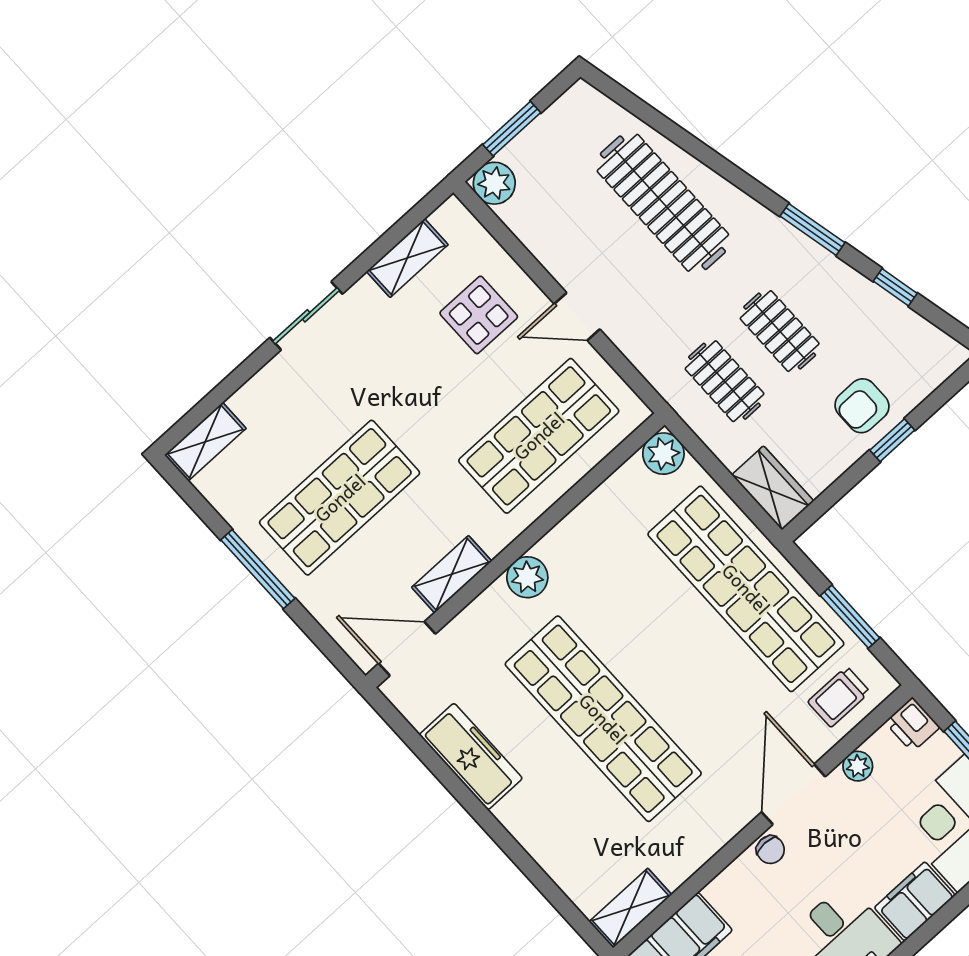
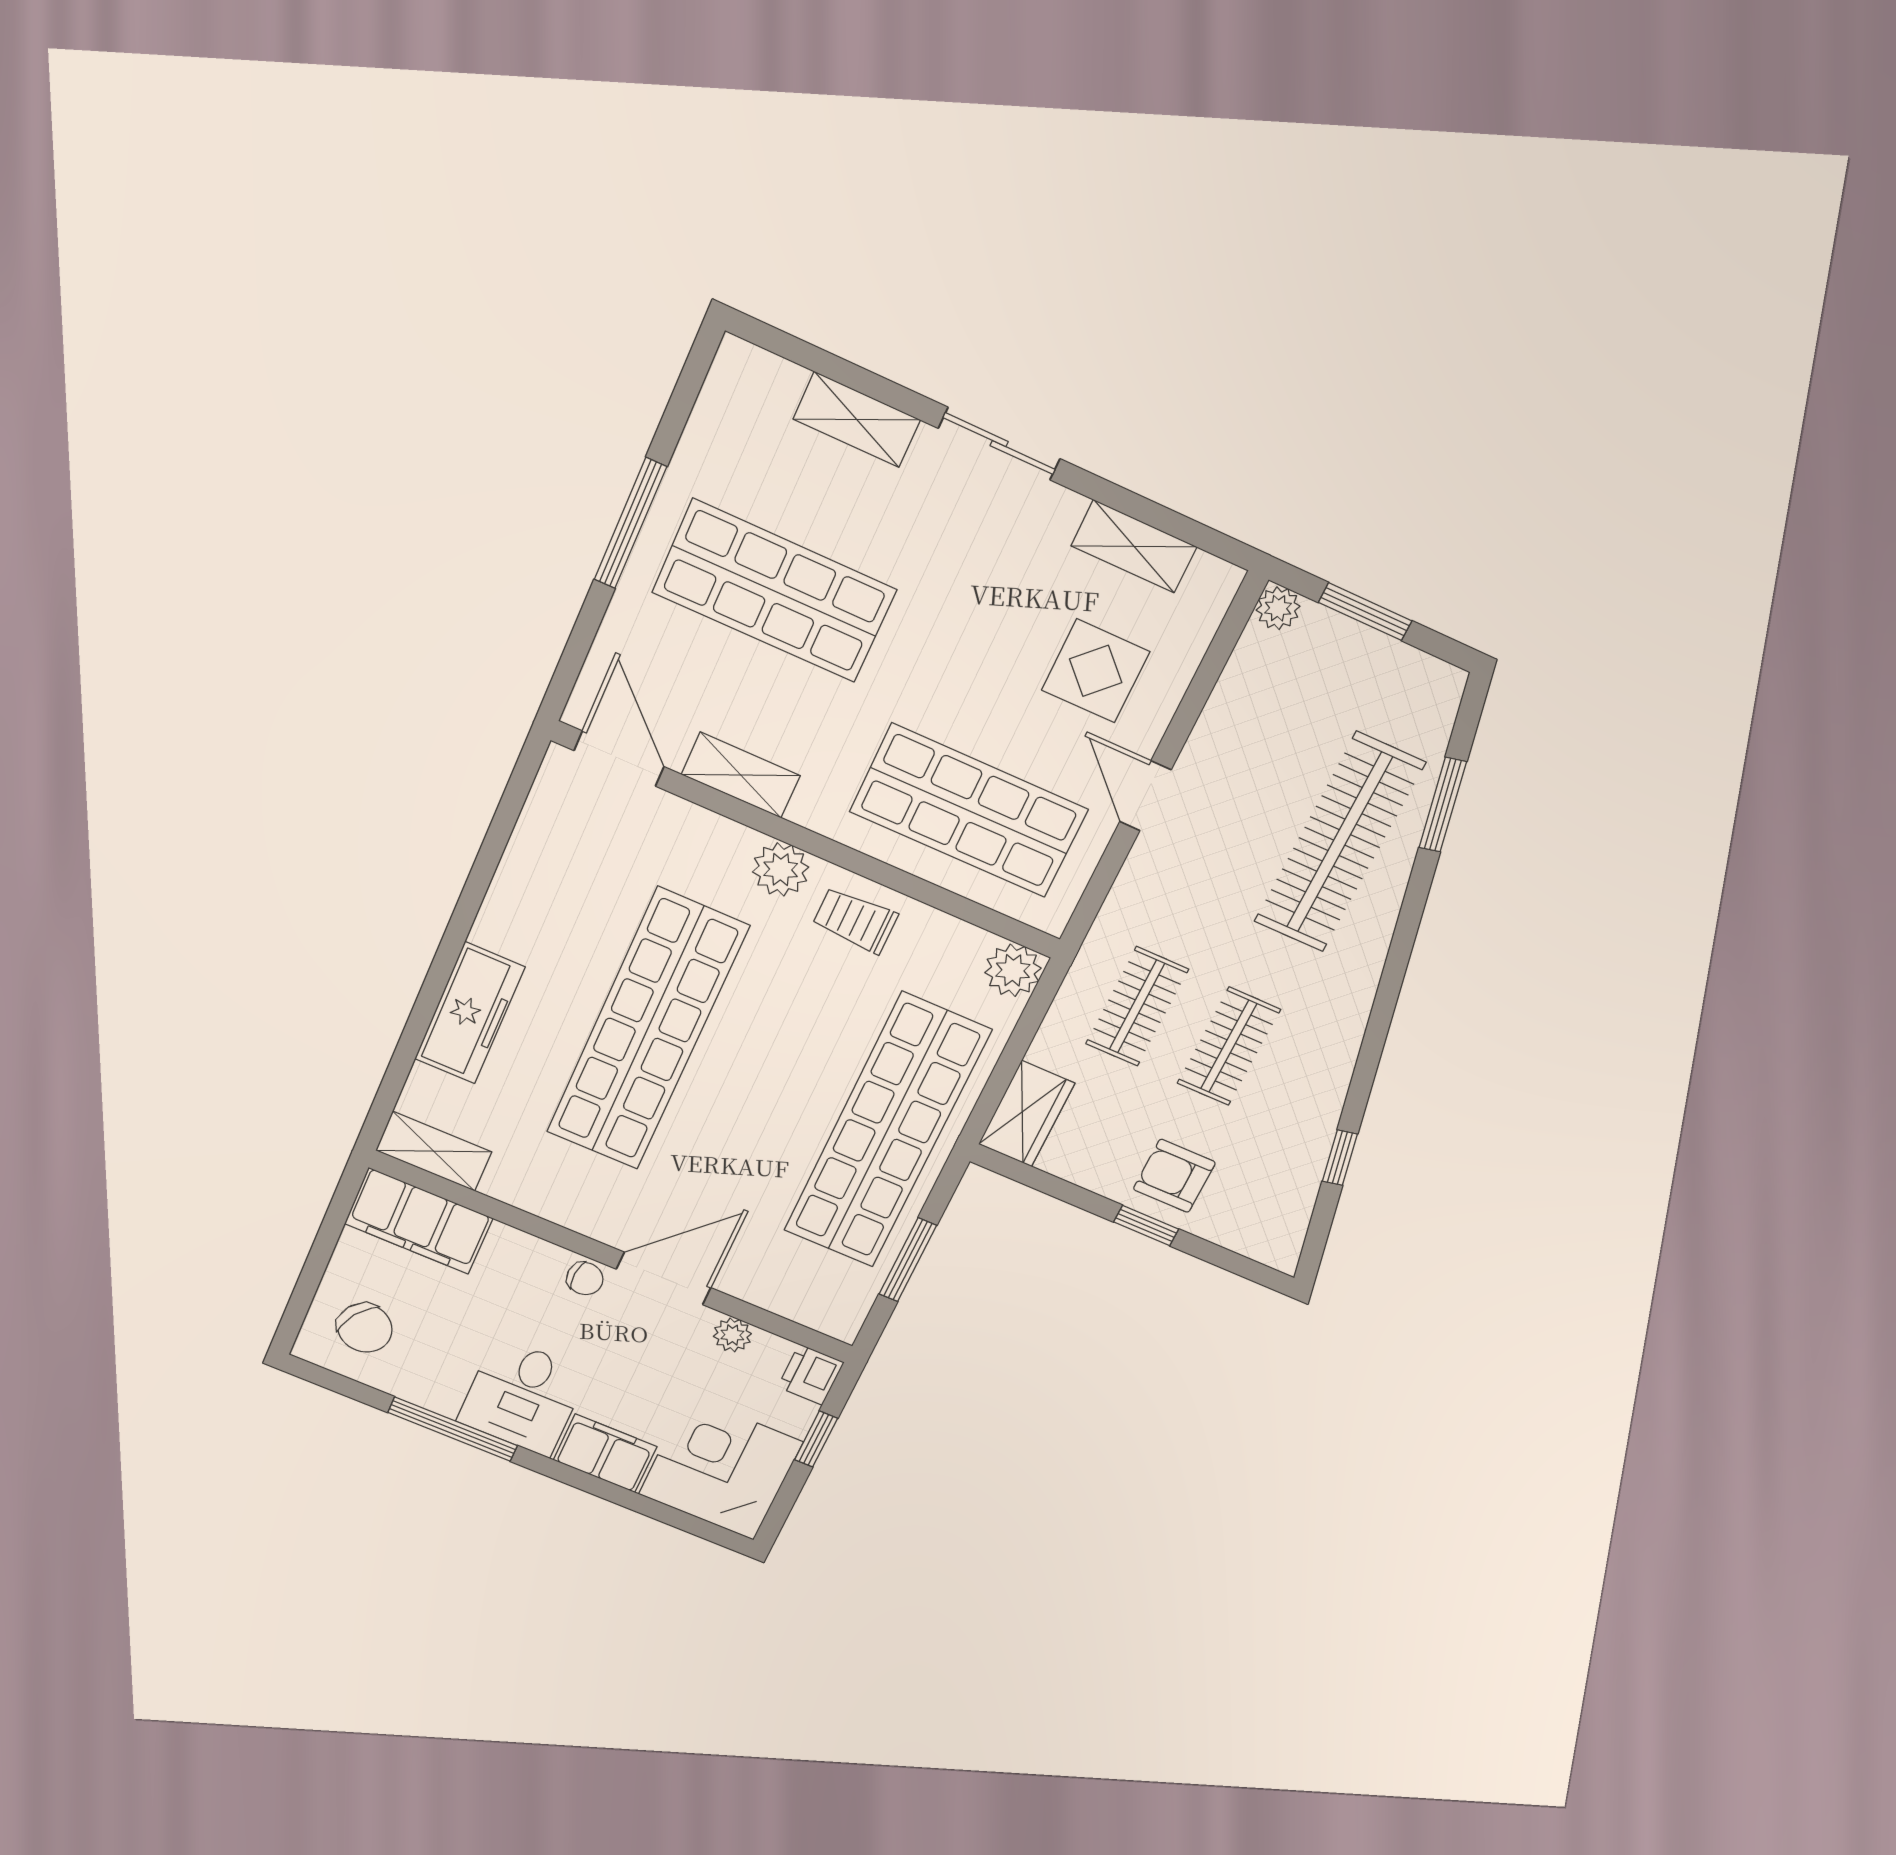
plant: (494, 183) -> (1278, 608), width x0.73, depth x0.73
window: (812, 229) -> (1443, 805), moved
shelving: (205, 442) -> (857, 420), moved
trolley: (839, 697) -> (855, 920), moved
freezer: (471, 757) -> (470, 1013), moved
chair: (770, 850) -> (585, 1279), turned -86

